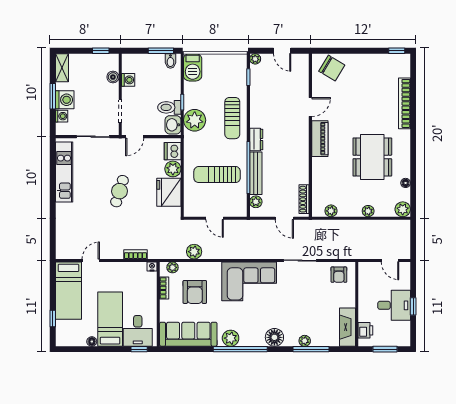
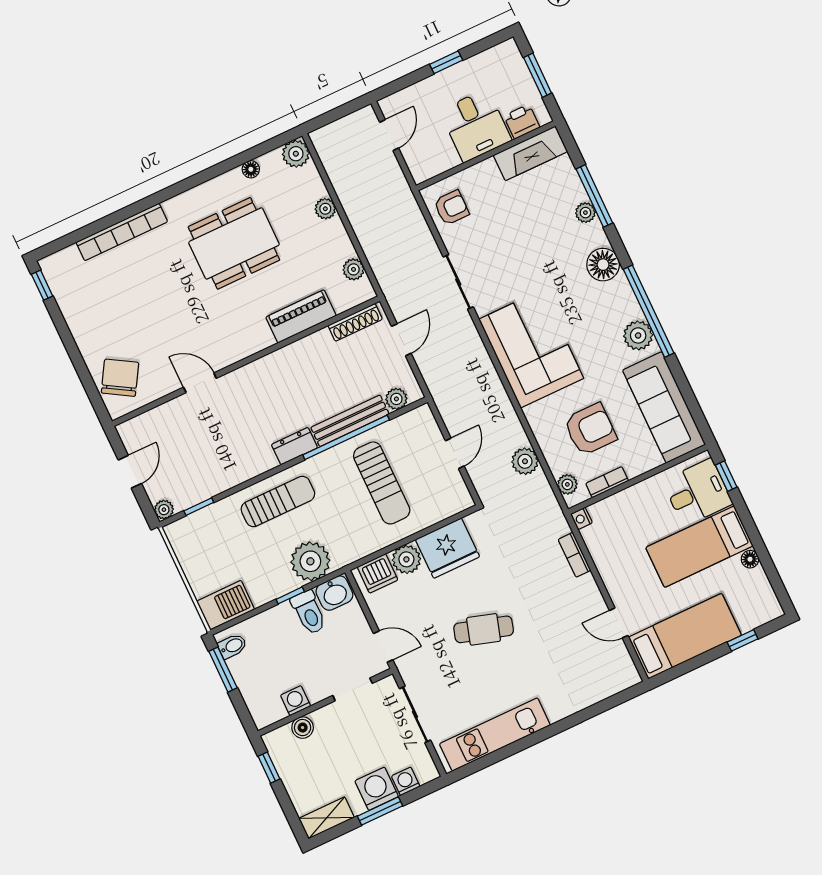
piano: (320, 139) -> (301, 316), moved
desk: (394, 305) -> (476, 125), moved, turned 180

